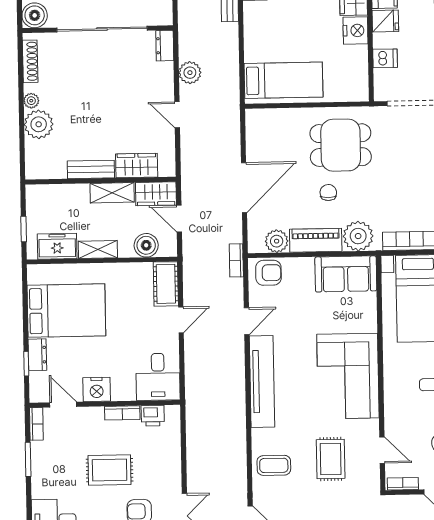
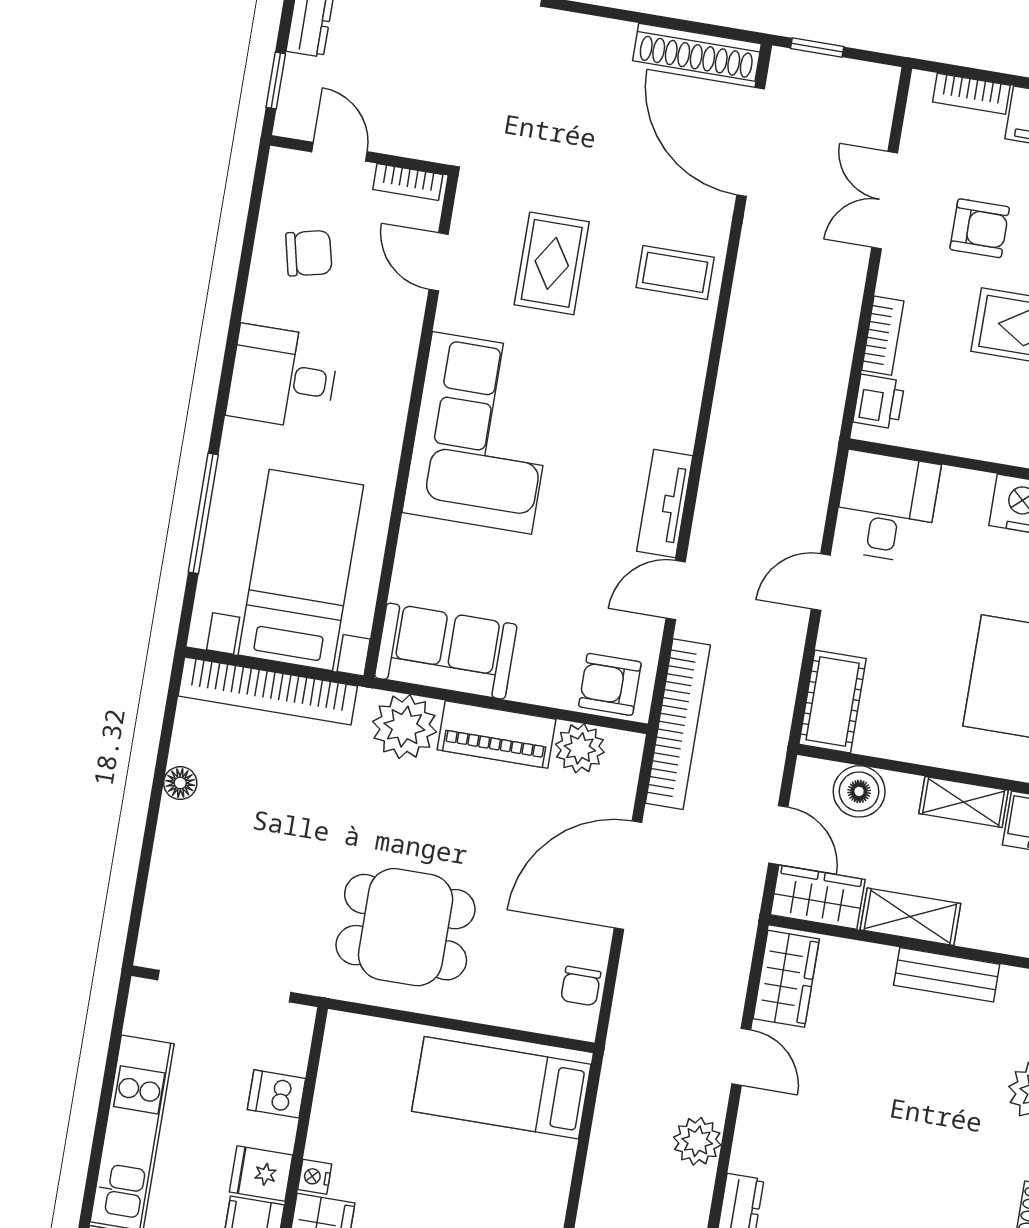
nightstand: (355, 30) -> (315, 1177), width x0.53, depth x0.56
wardrobe: (137, 165) -> (786, 979), moved, turned -90
chair: (328, 193) -> (581, 986), moved
bookcase: (236, 260) -> (678, 724), width x2.31, depth x1.31
door: (181, 320) -> (821, 582), moved
tv unit: (262, 381) -> (665, 503), width x0.52, depth x0.78
bookcase: (122, 413) -> (883, 336), moved, turned 90
printer: (153, 416) -> (879, 402), moved, turned 90

